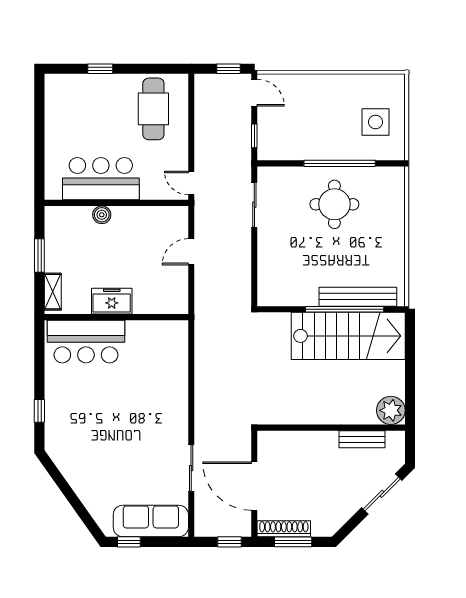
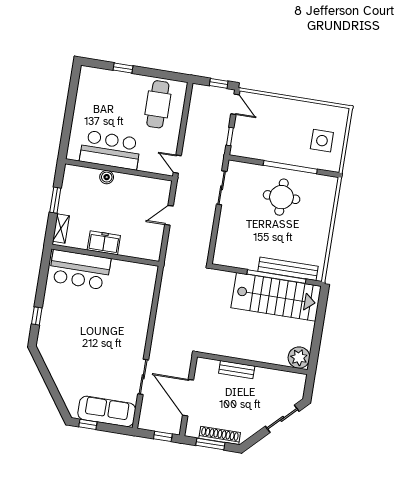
bench: (362, 439) -> (237, 370), moved
shoe rack: (284, 529) -> (220, 435), moved

